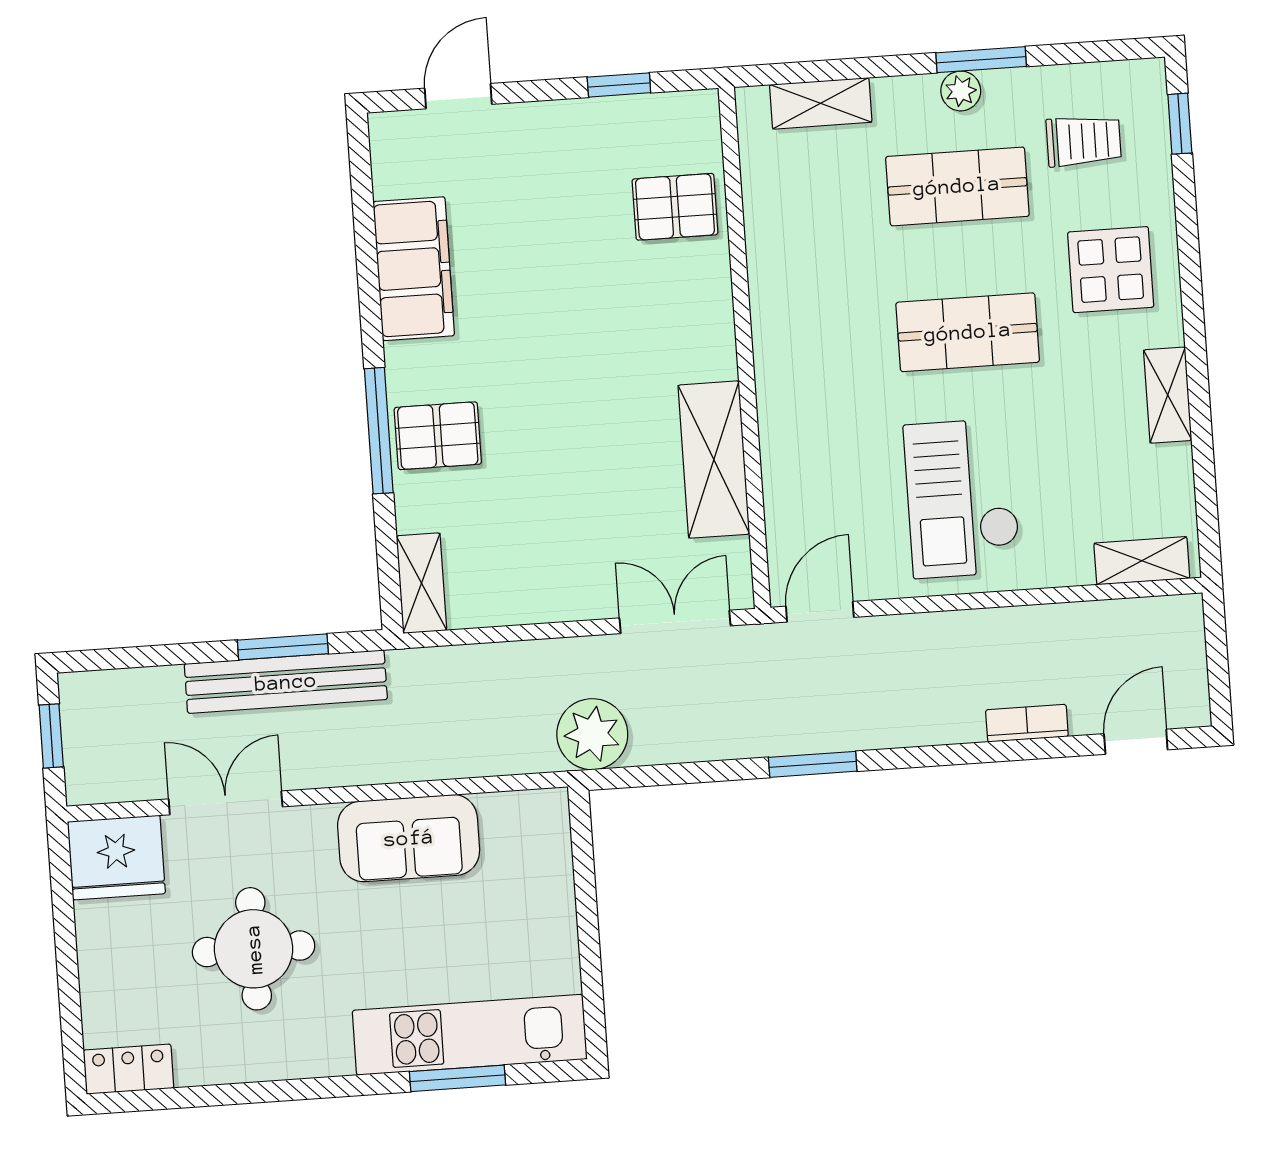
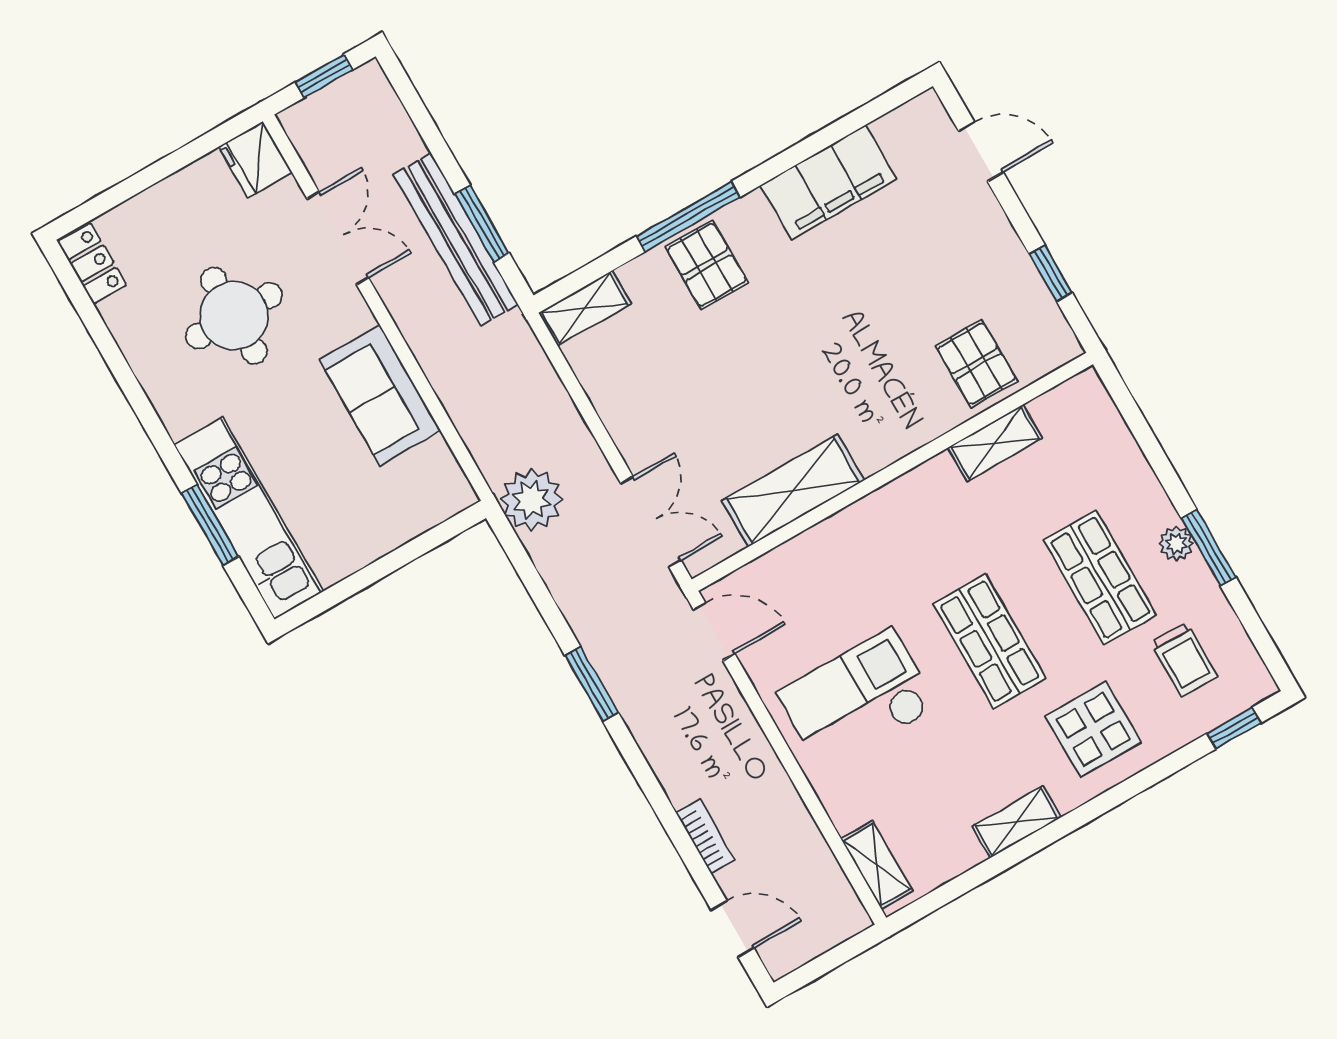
shelving: (821, 103) -> (995, 443), moved, turned 90
fridge: (116, 858) -> (255, 160), width x0.73, depth x0.75

